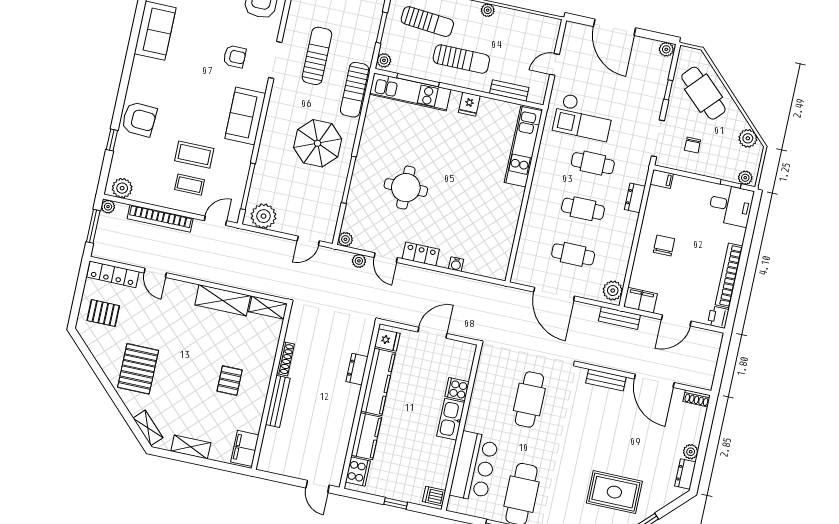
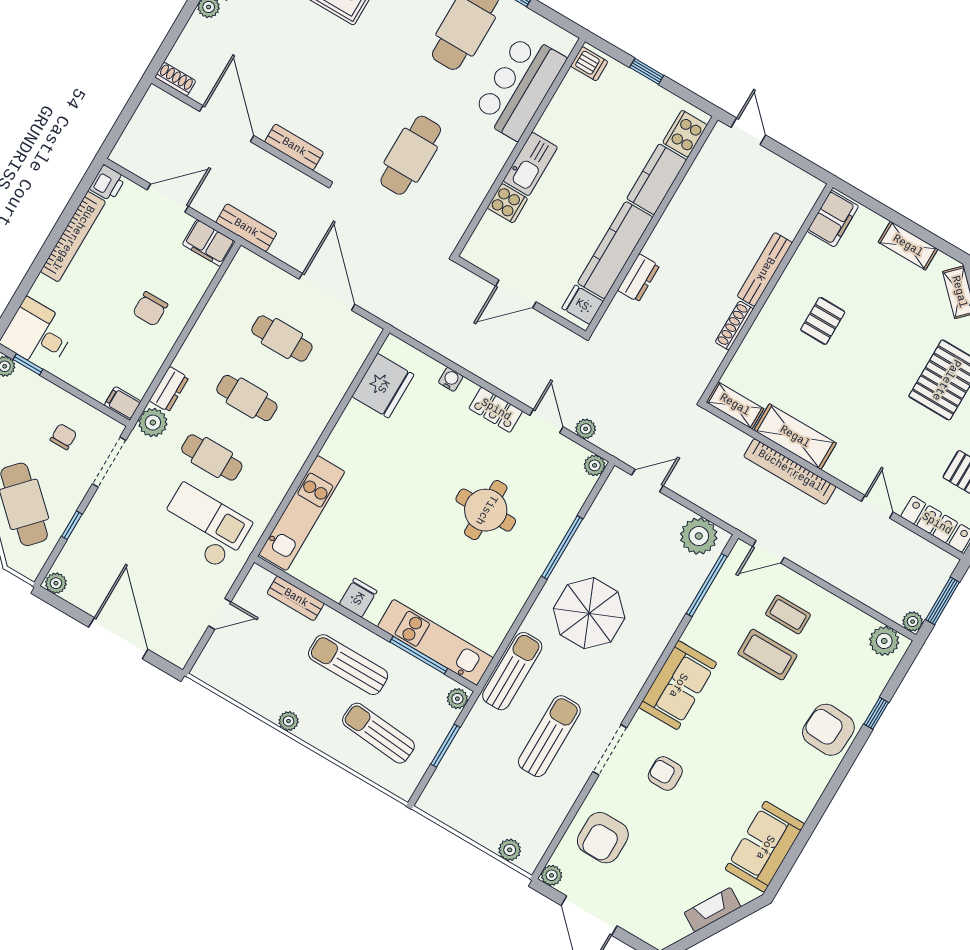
sun lounger: (317, 56) -> (549, 736), turned 180
bookcase: (160, 218) -> (790, 471), moved, turned 180
fridge: (498, 246) -> (383, 386), added
plant: (613, 291) -> (153, 423), moved

